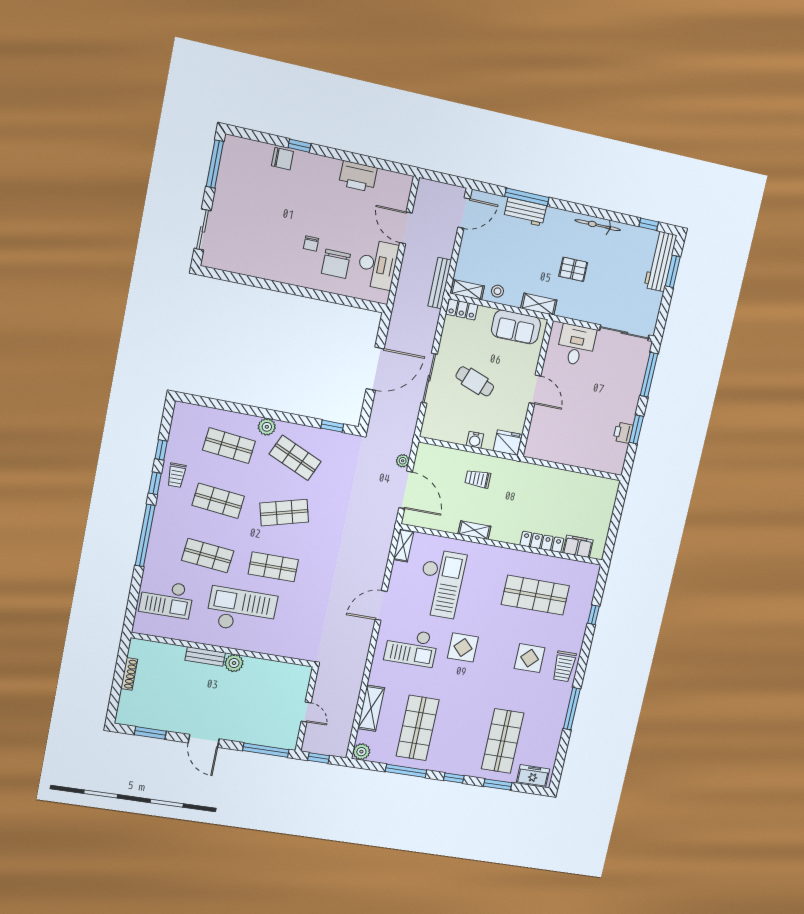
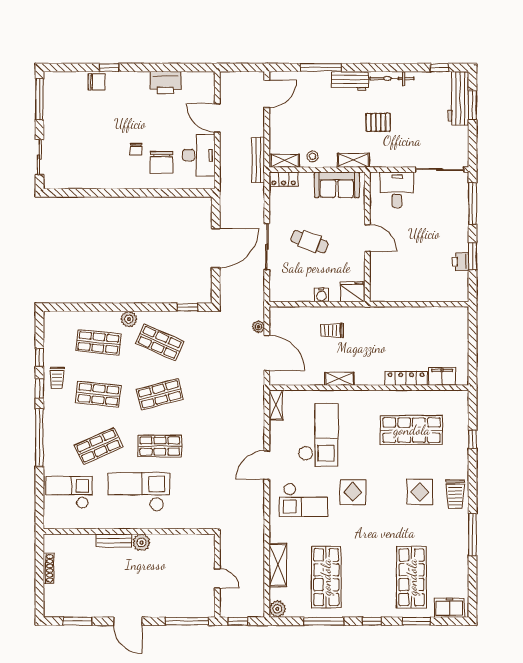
workbench: (525, 212) -> (350, 81), moved
shop shelf: (208, 556) -> (98, 446), turned -30
checkout: (166, 599) -> (69, 492), turned 180

